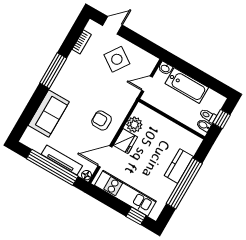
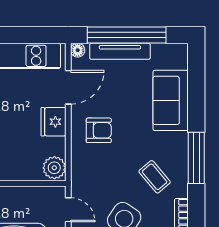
coffee table: (84, 74) -> (155, 177), added
door: (147, 84) -> (68, 210), hinge flipped
plant: (134, 125) -> (54, 168), moved

